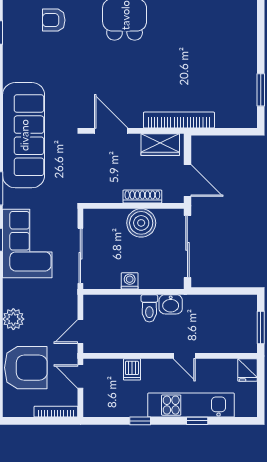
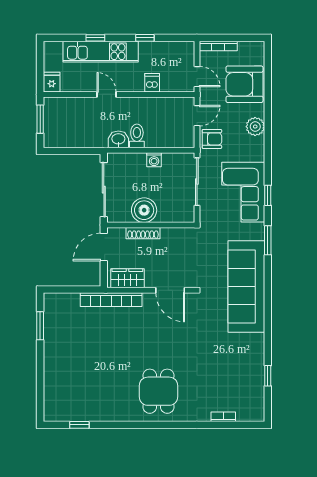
armchair: (54, 20) -> (212, 139), moved
door: (187, 181) -> (104, 247), hinge flipped

